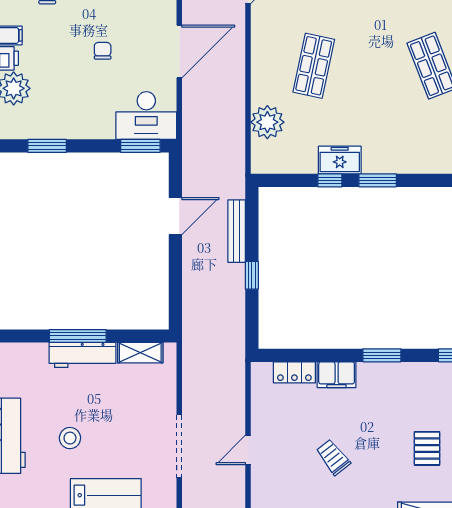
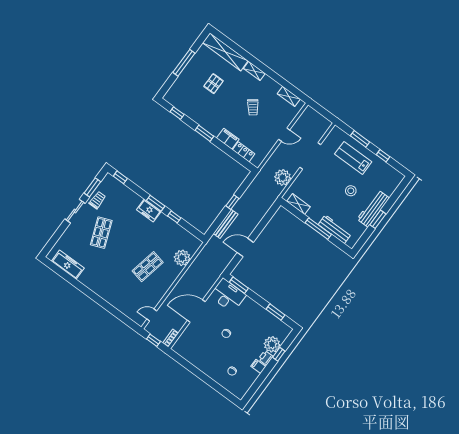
freezer: (340, 160) -> (149, 211), moved
workbench: (83, 355) -> (335, 229), moved
plant: (199, 377) -> (283, 177), added

